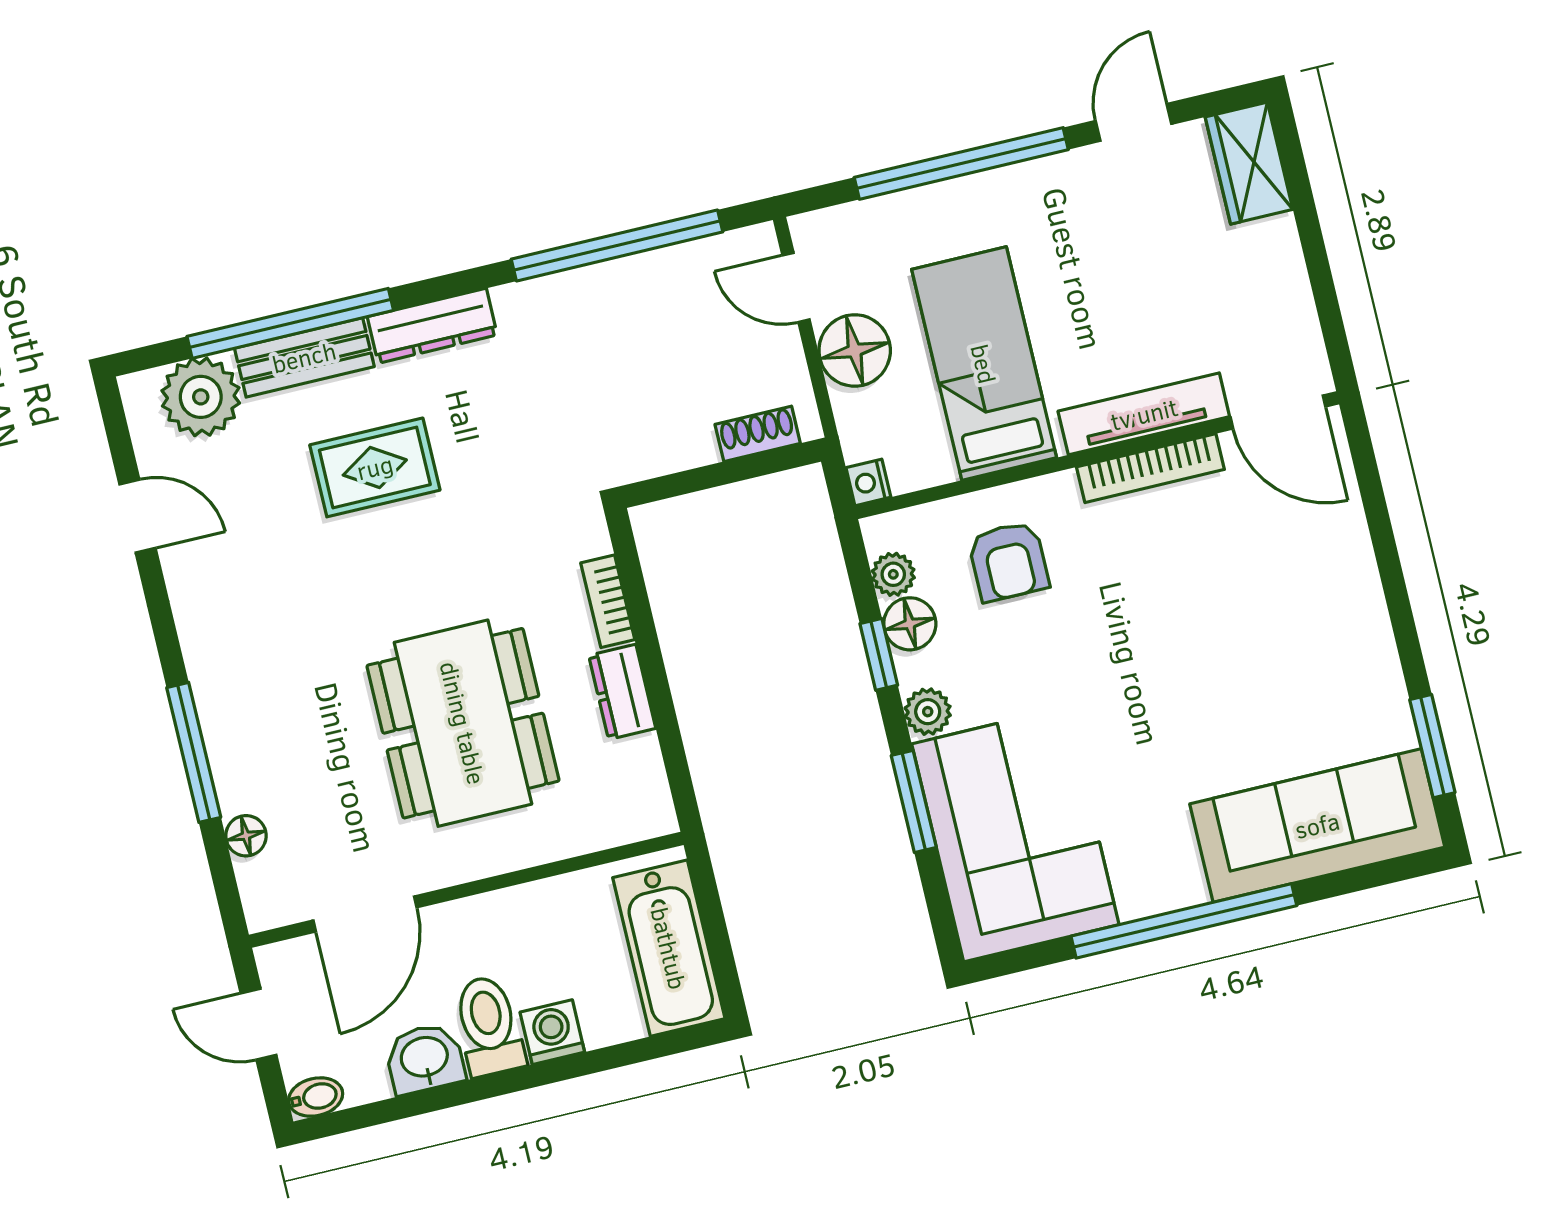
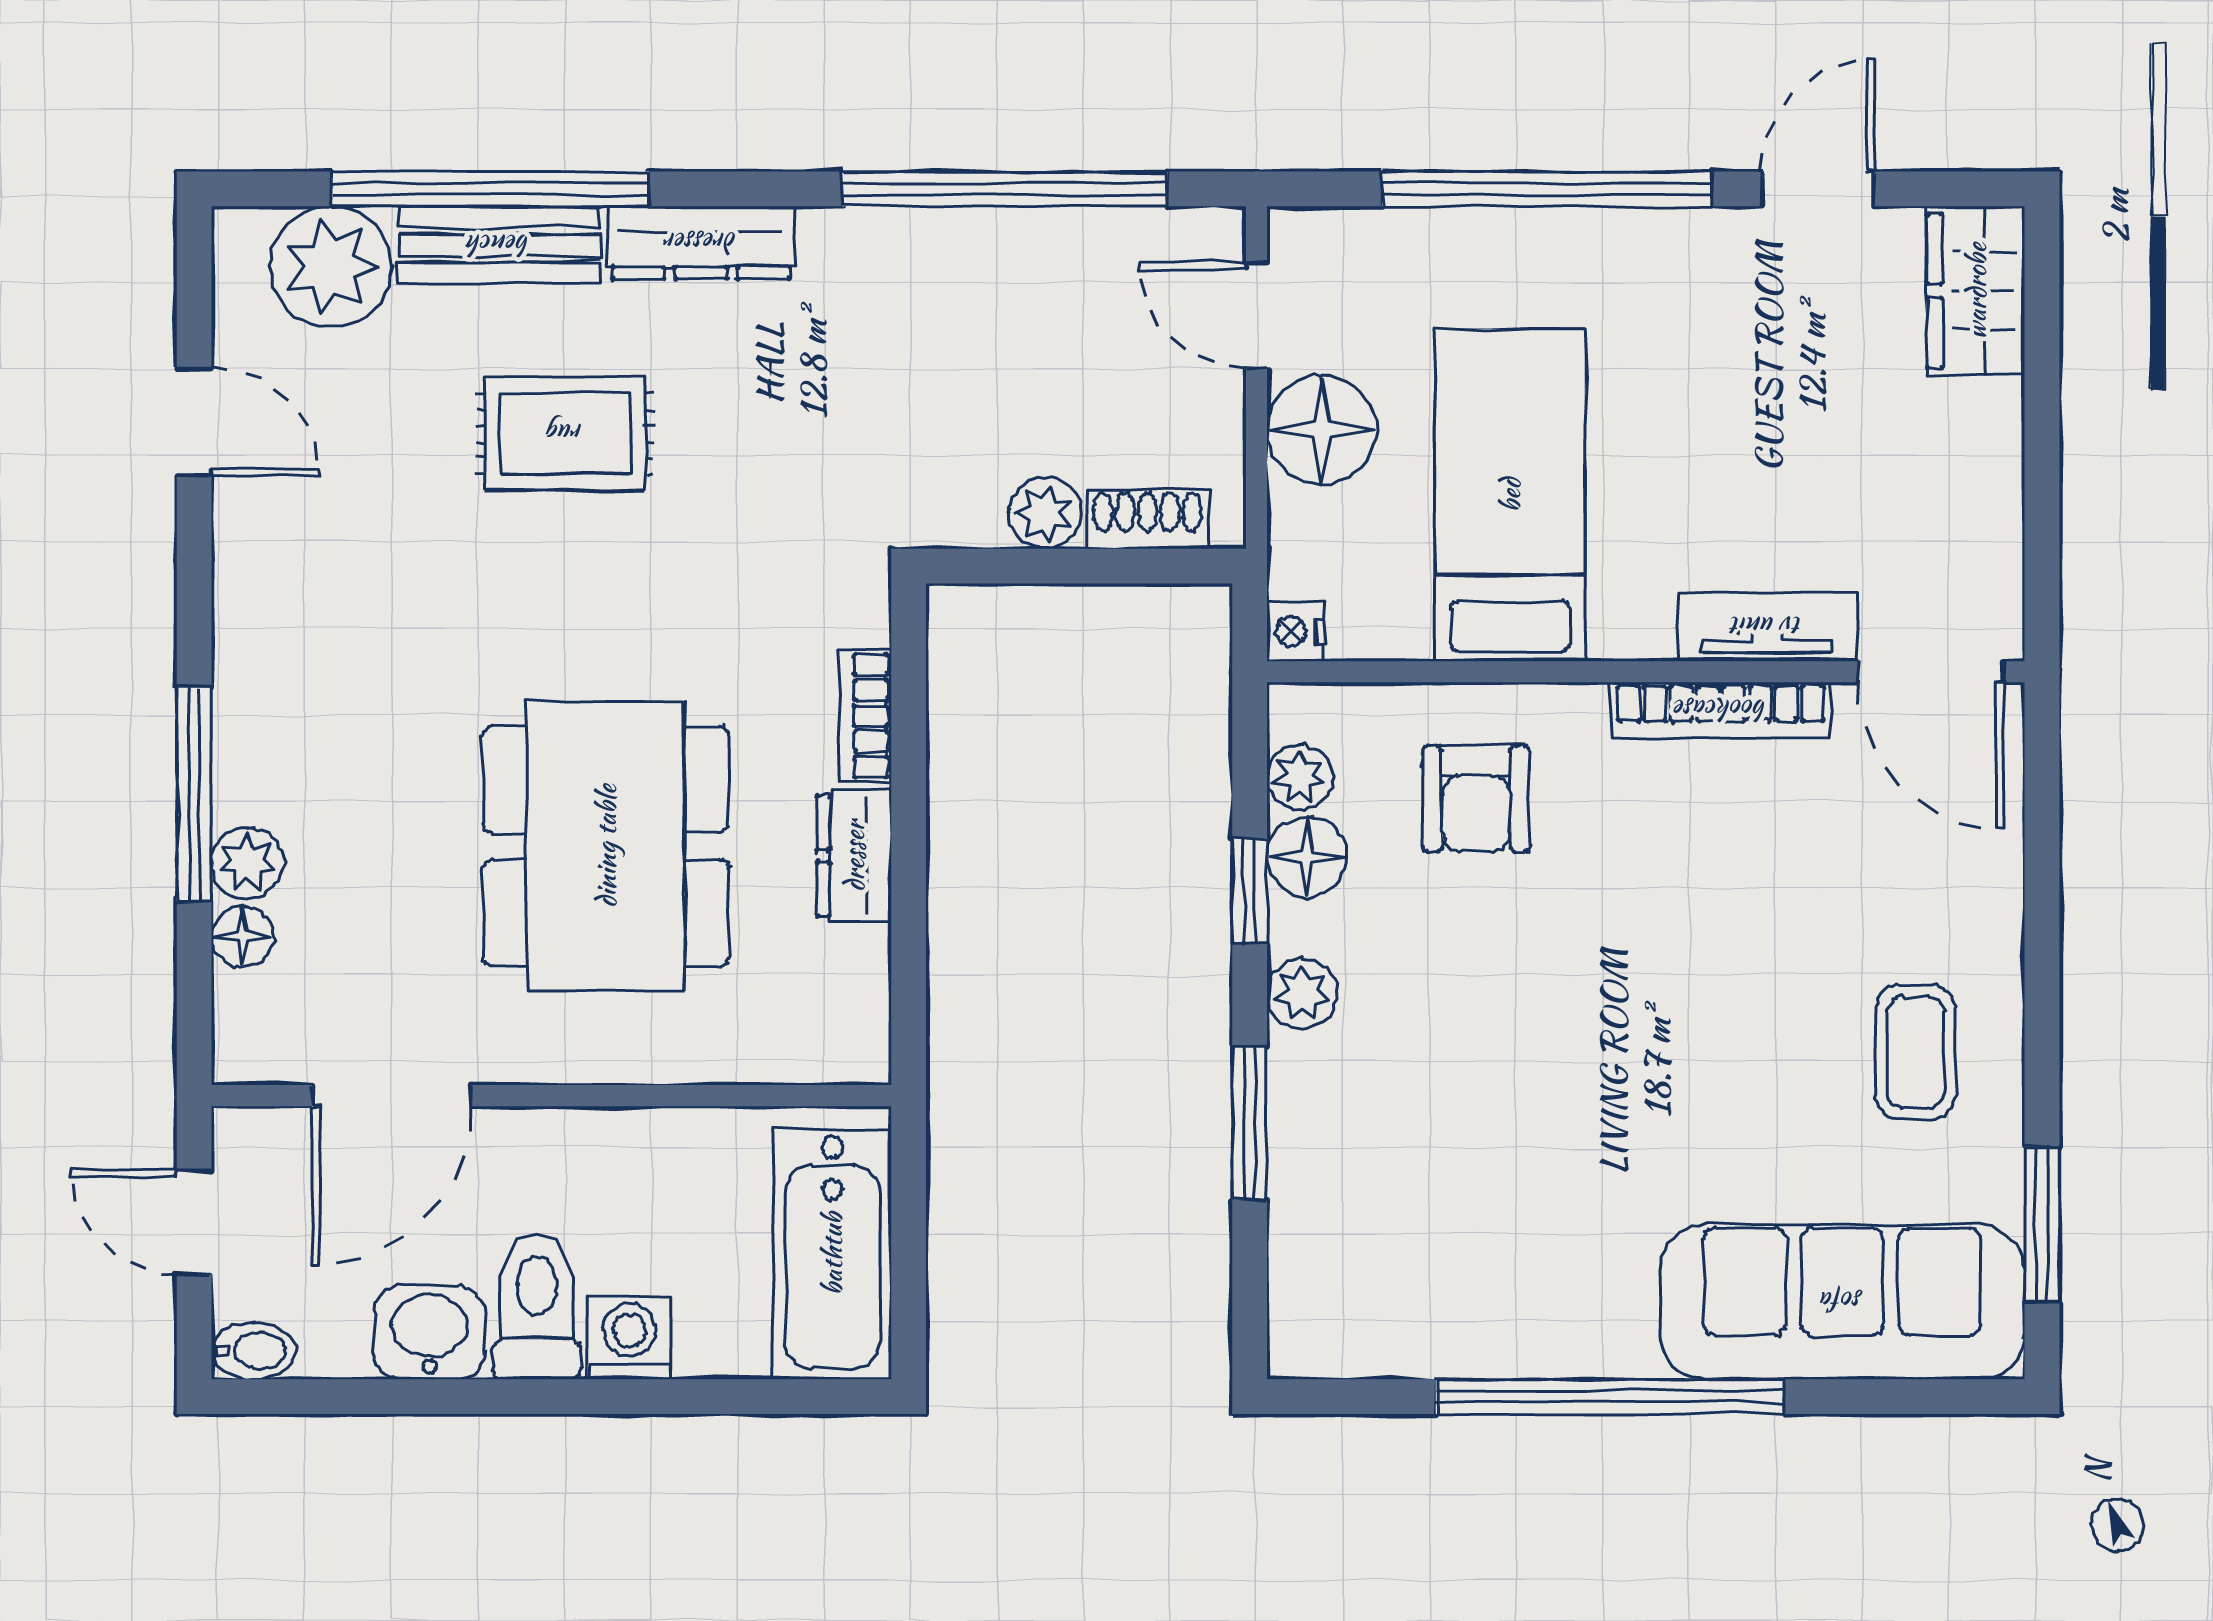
tv unit: (1144, 414) -> (1767, 627), width x0.71
plant: (691, 445) -> (1044, 513), added
coffee table: (1326, 656) -> (1916, 1052), added
plant: (238, 788) -> (247, 863), added
corner sofa: (1015, 834) -> (1389, 1208), removed

